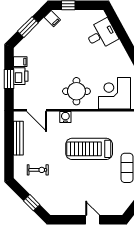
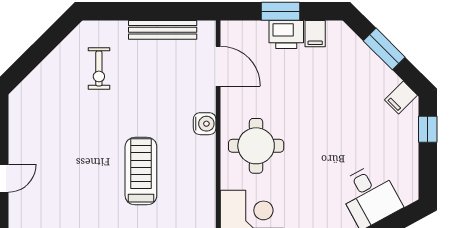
door: (37, 110) -> (218, 66), swing flipped
treadmill: (89, 149) -> (141, 171), width x0.73, depth x0.73
window: (32, 203) -> (34, 56), removed

